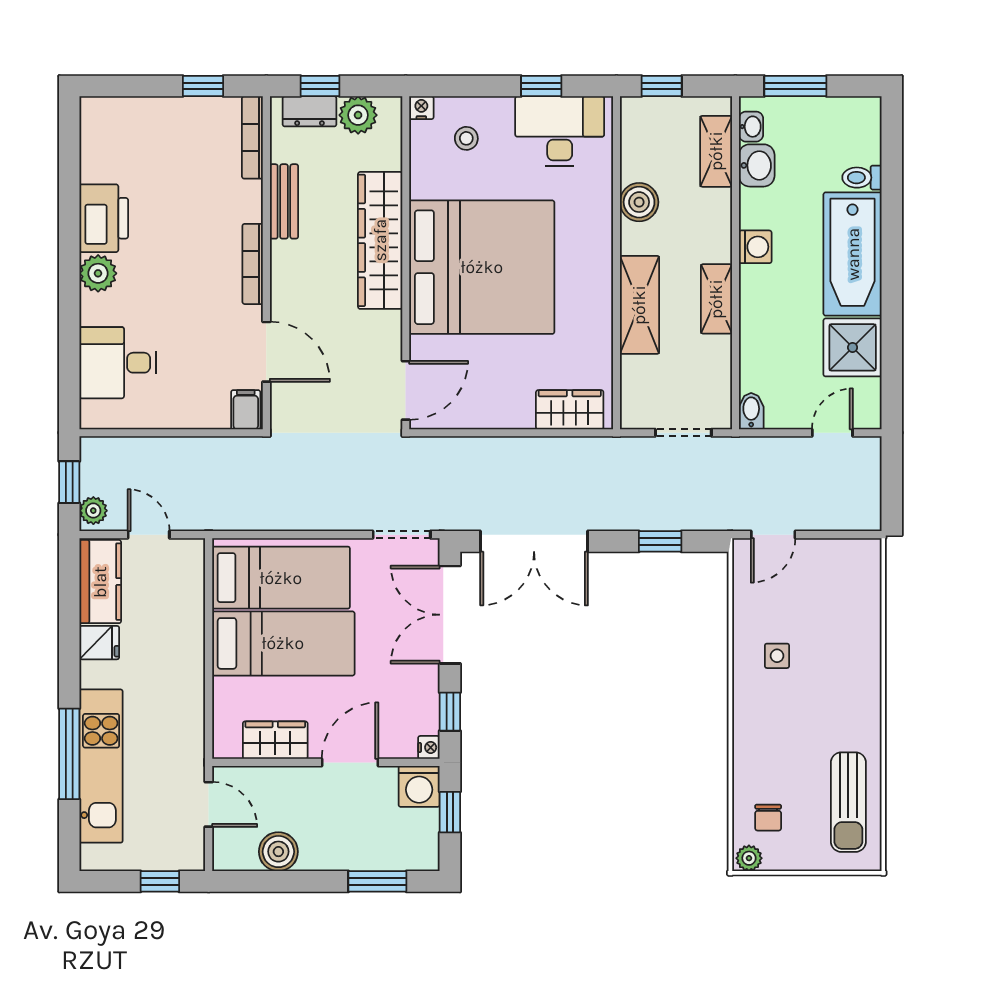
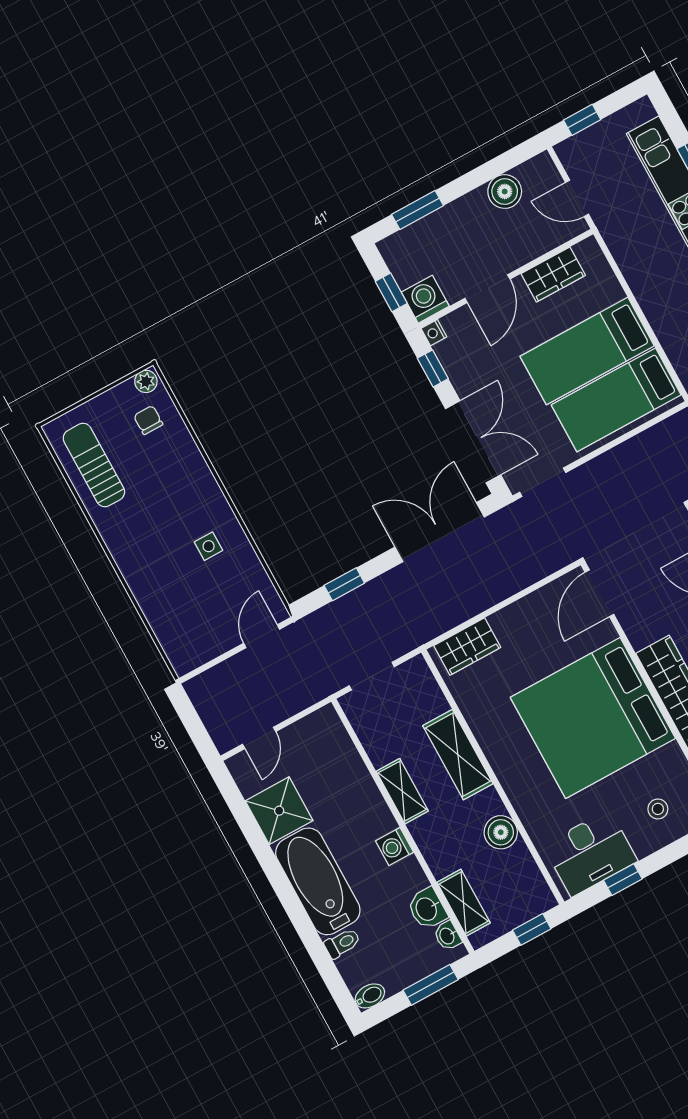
bidet: (751, 411) -> (370, 996), moved, turned -90

